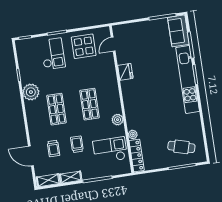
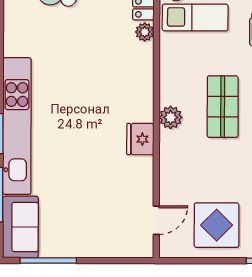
fridge: (125, 72) -> (140, 139), moved
plant: (118, 120) -> (171, 117), moved

